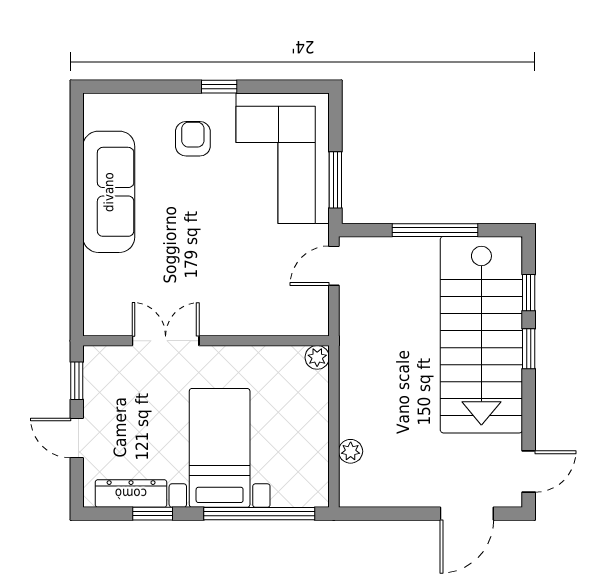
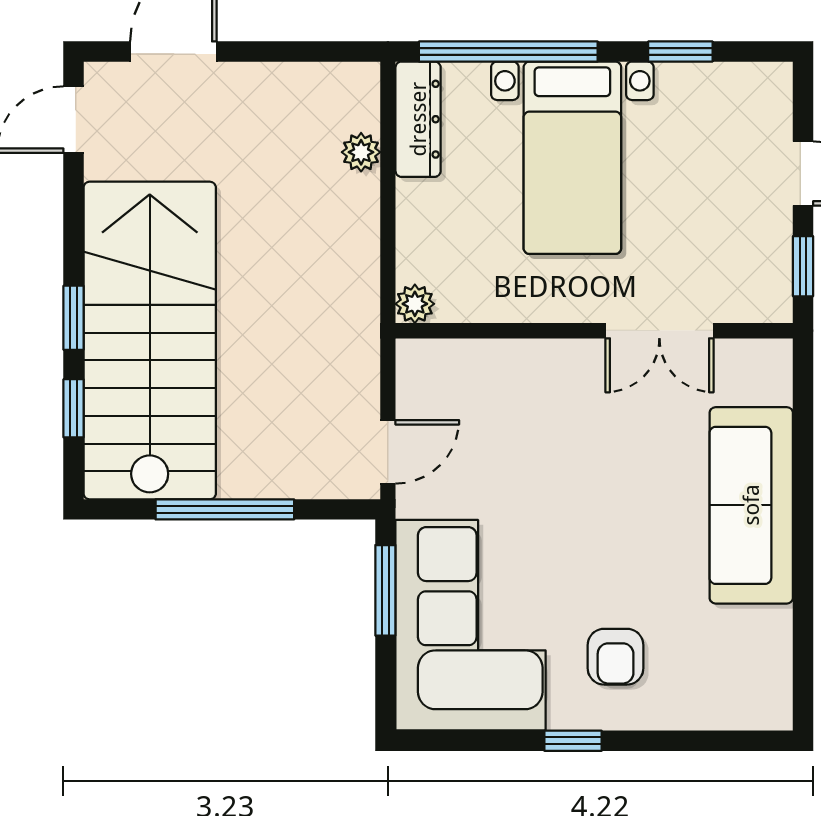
sofa: (109, 192) -> (751, 505), moved
dresser: (131, 493) -> (418, 119), moved, turned -90

